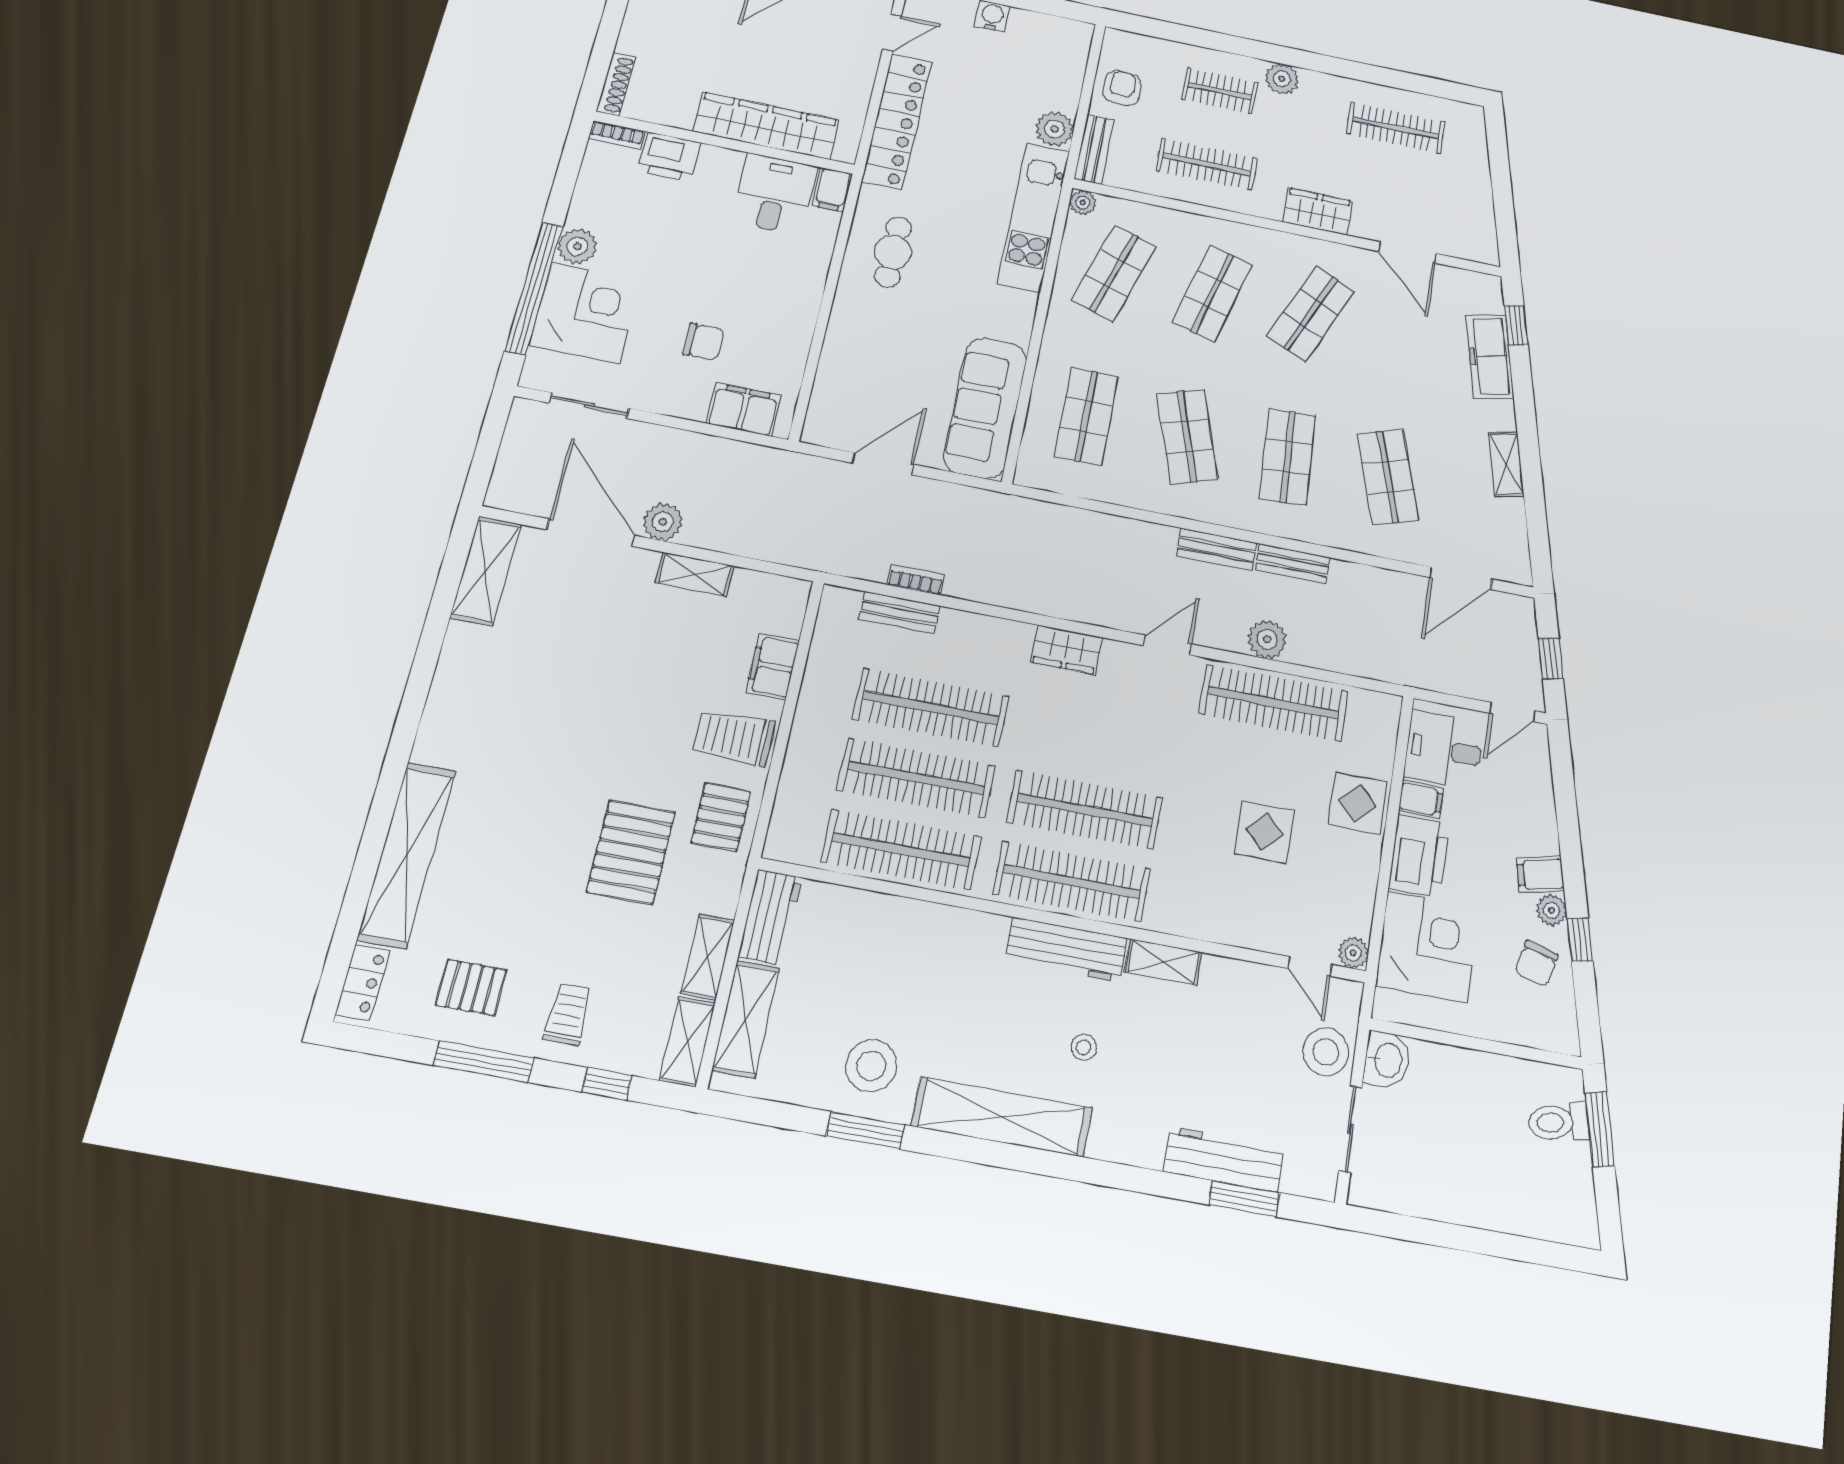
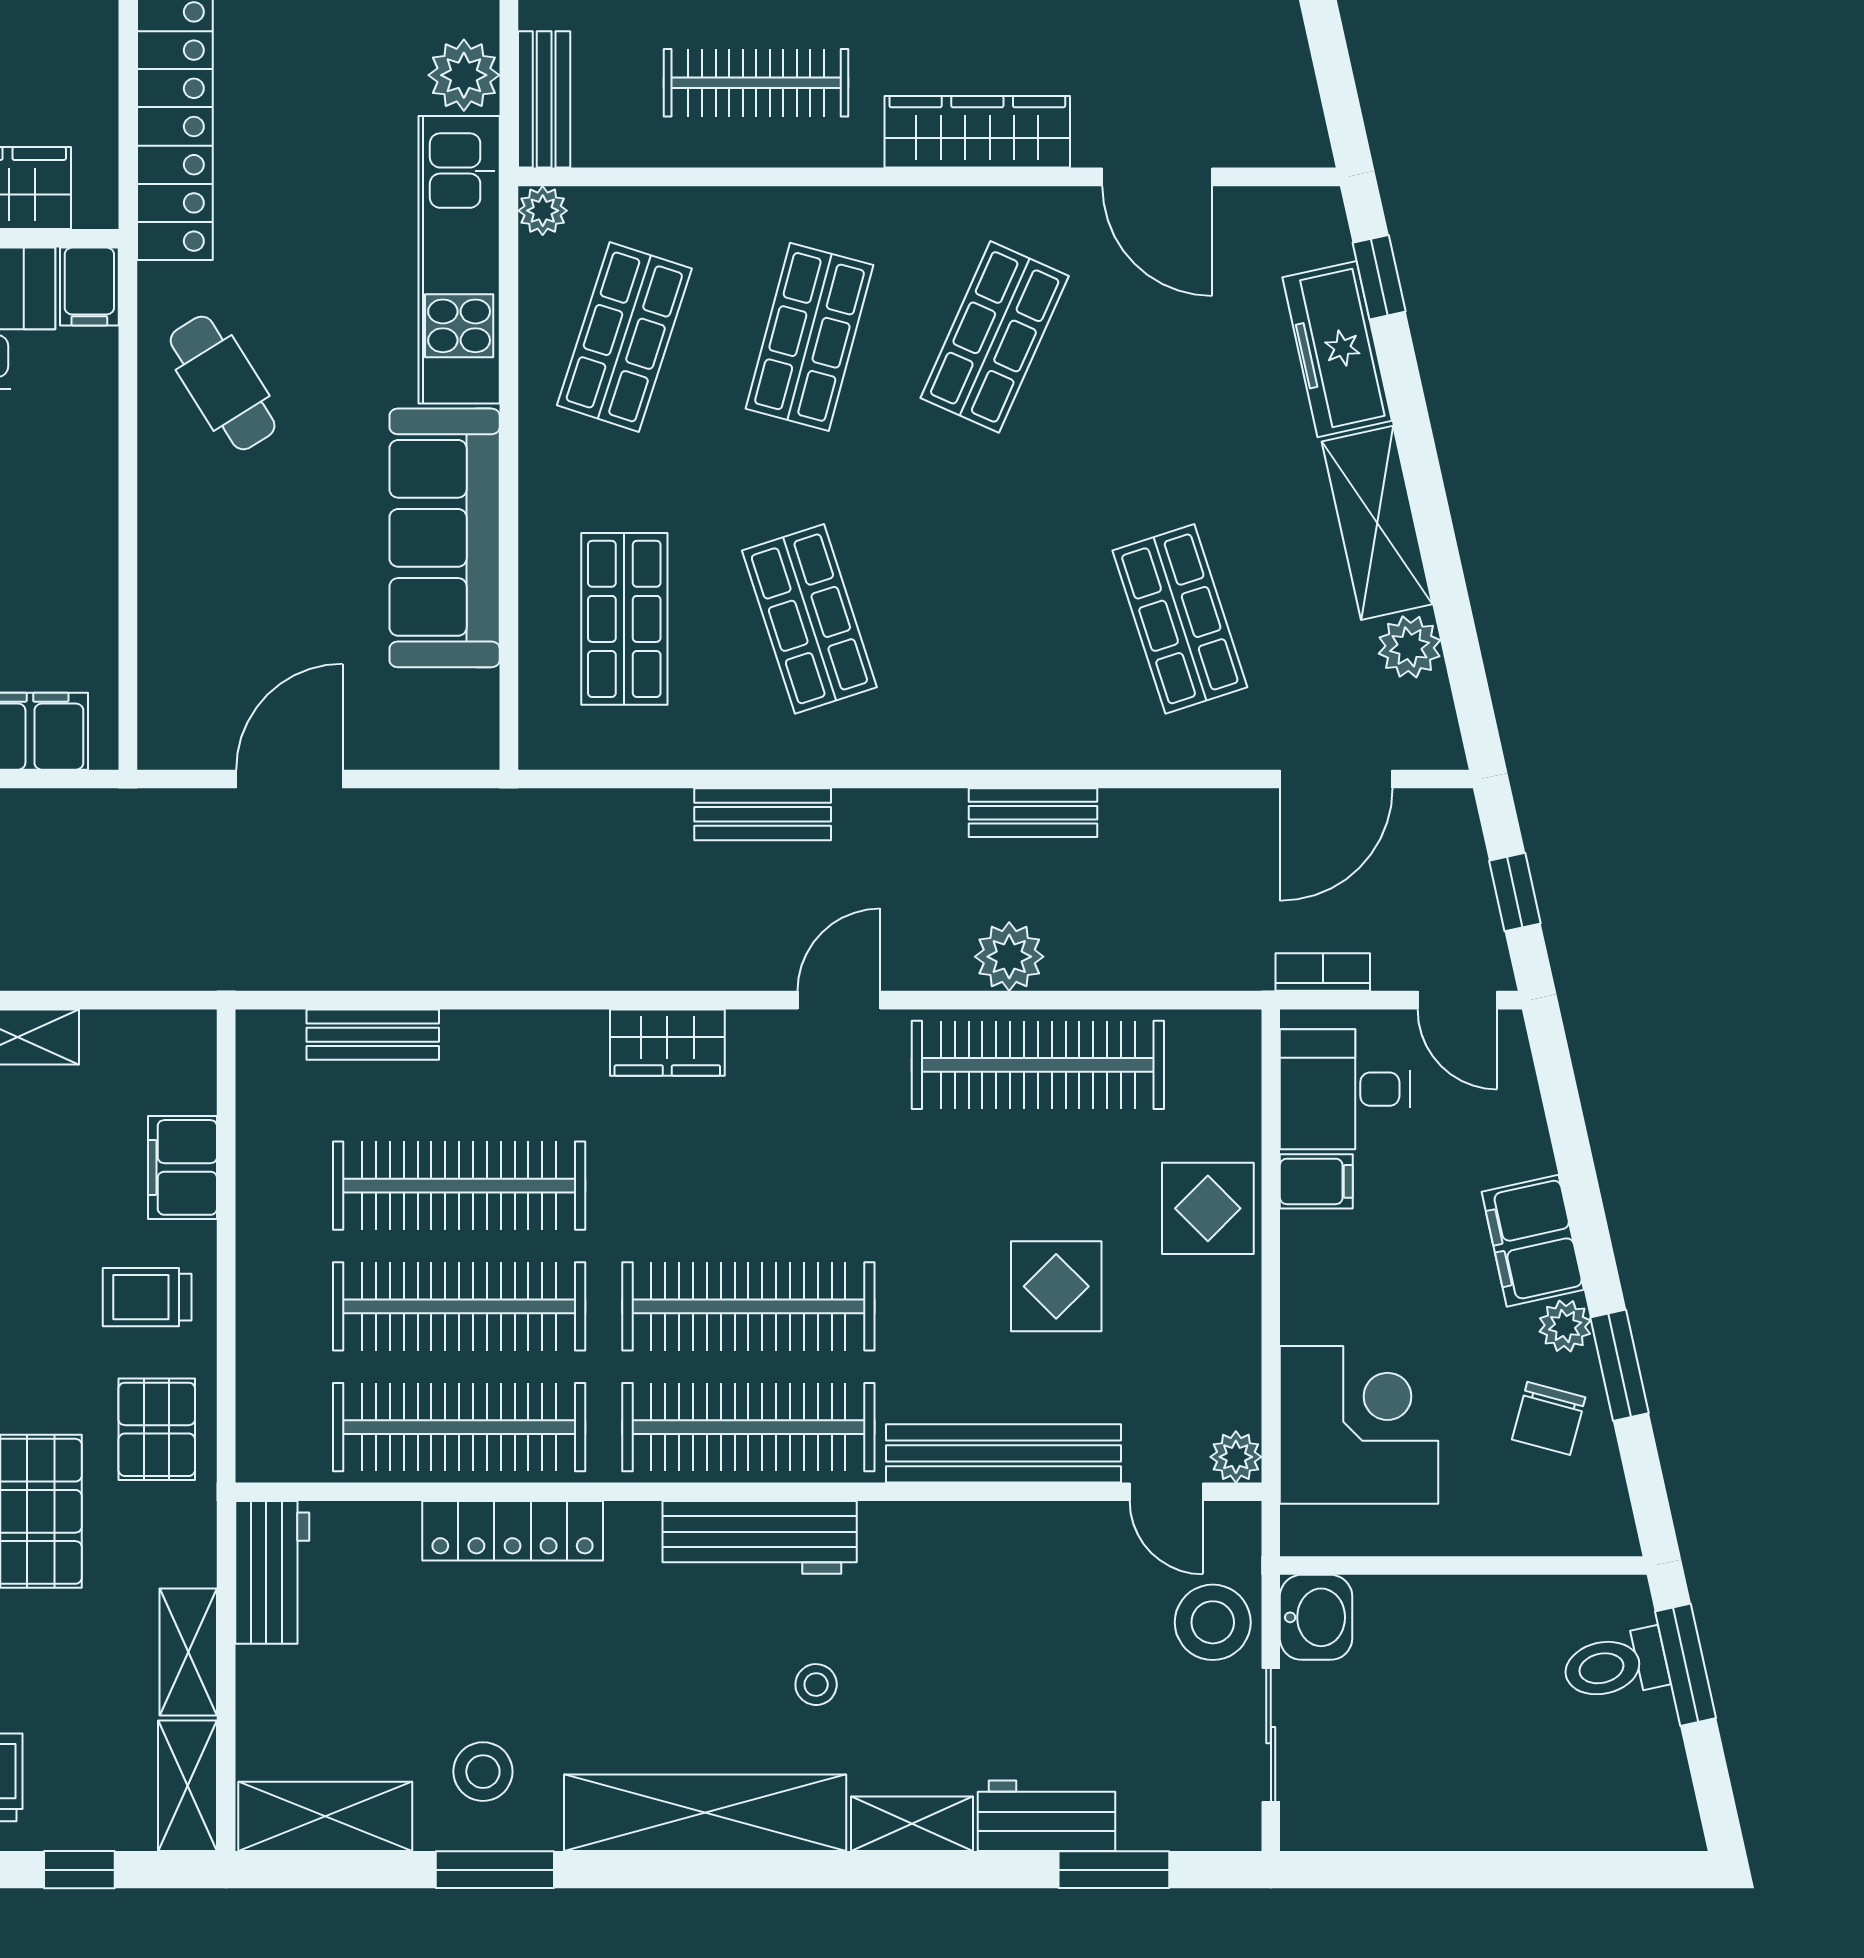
wardrobe: (1317, 212) -> (977, 132), width x1.50
cafe table: (893, 252) -> (223, 383), turned -32
sofa: (985, 408) -> (445, 538), moved
shop shelf: (1288, 457) -> (995, 619), removed
shelving: (1506, 464) -> (1377, 523), width x1.50, depth x1.33
plant: (1509, 516) -> (1410, 647), added
bench: (1217, 549) -> (763, 814), moved
bookcase: (916, 580) -> (1323, 972), moved
door: (1512, 712) -> (1457, 1000), hinge flipped
trolley: (734, 738) -> (147, 1297), width x0.73, depth x0.72
printer: (1419, 856) -> (1326, 1277), removed
filing cabinet: (1540, 874) -> (1533, 1241), width x2.00
locker: (920, 918) -> (513, 1531), added
bench: (1218, 925) -> (1003, 1453), added
window: (1580, 939) -> (1619, 1365), width x1.50
shelving: (1164, 962) -> (912, 1824), moved
shelving: (746, 1019) -> (325, 1816), moved, turned 90
stool: (871, 1066) -> (483, 1772), width x0.73, depth x0.73
workbench: (1224, 1159) -> (1046, 1816), width x0.73

